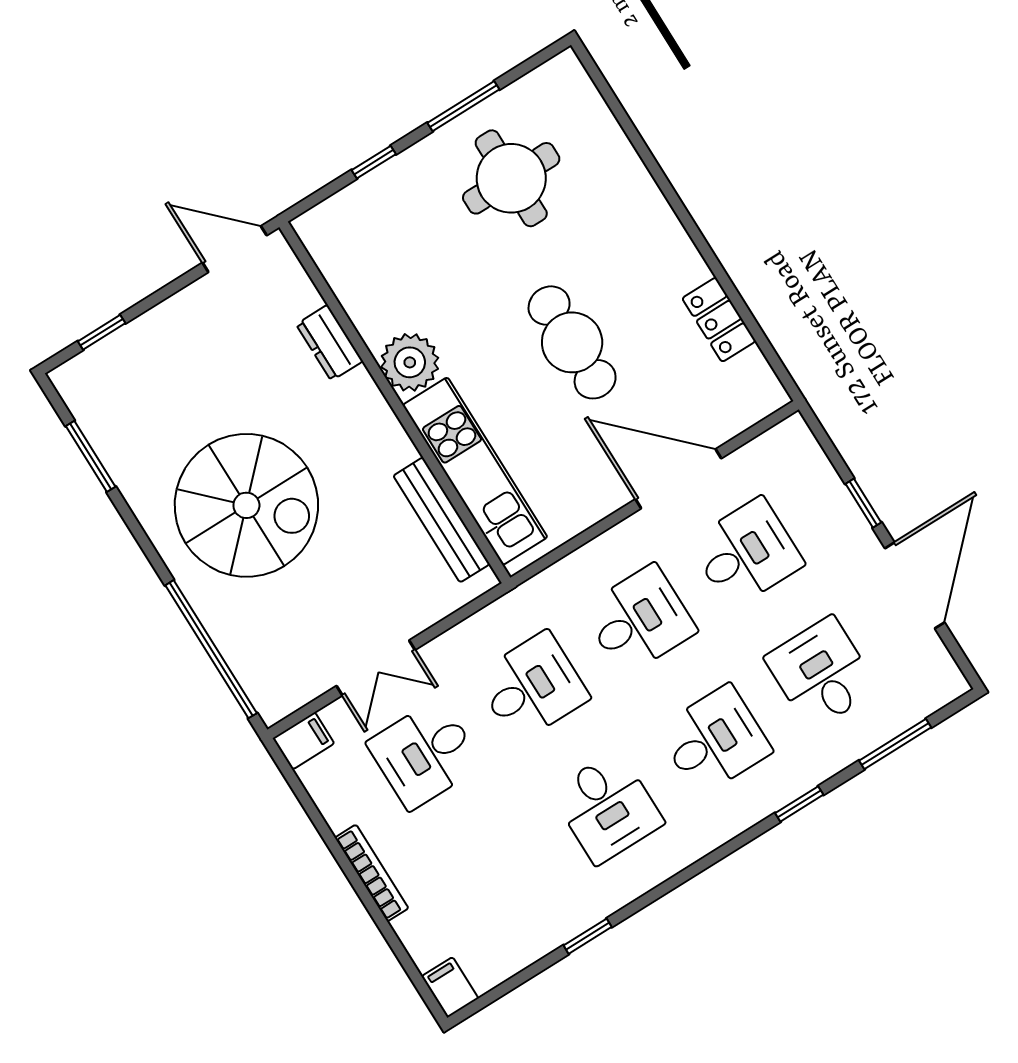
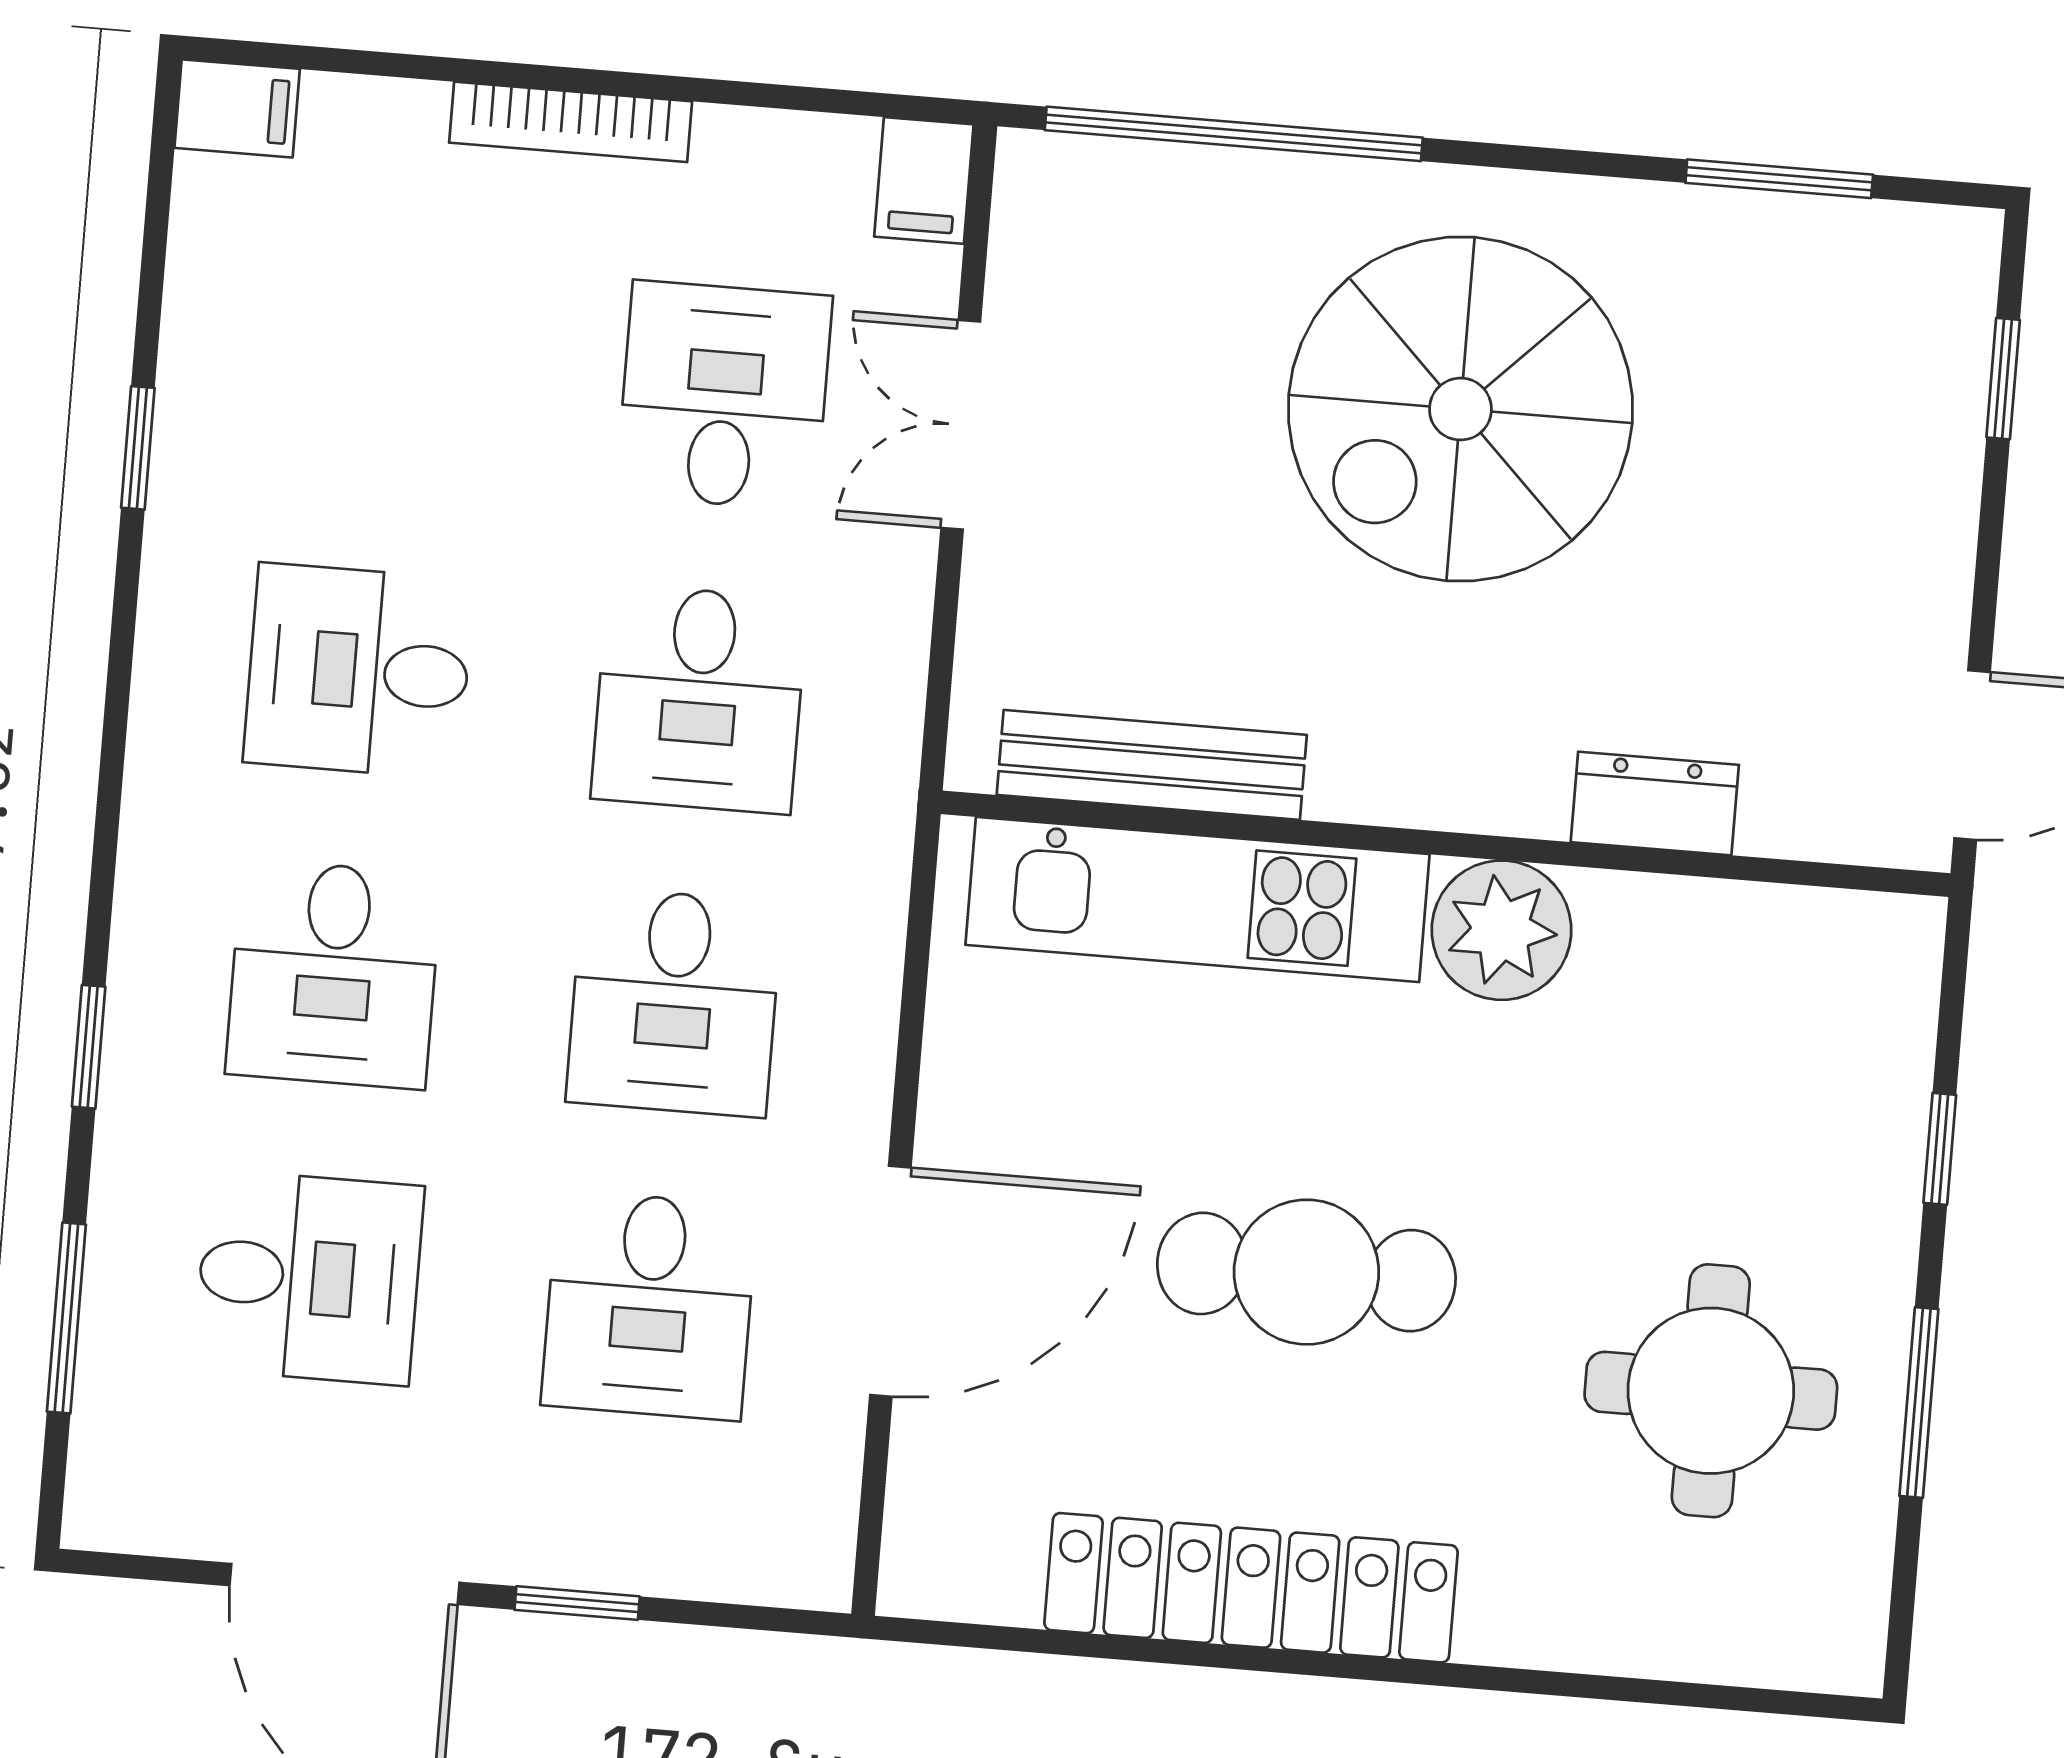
locker: (719, 320) -> (1251, 1588), width x2.16, depth x1.21

